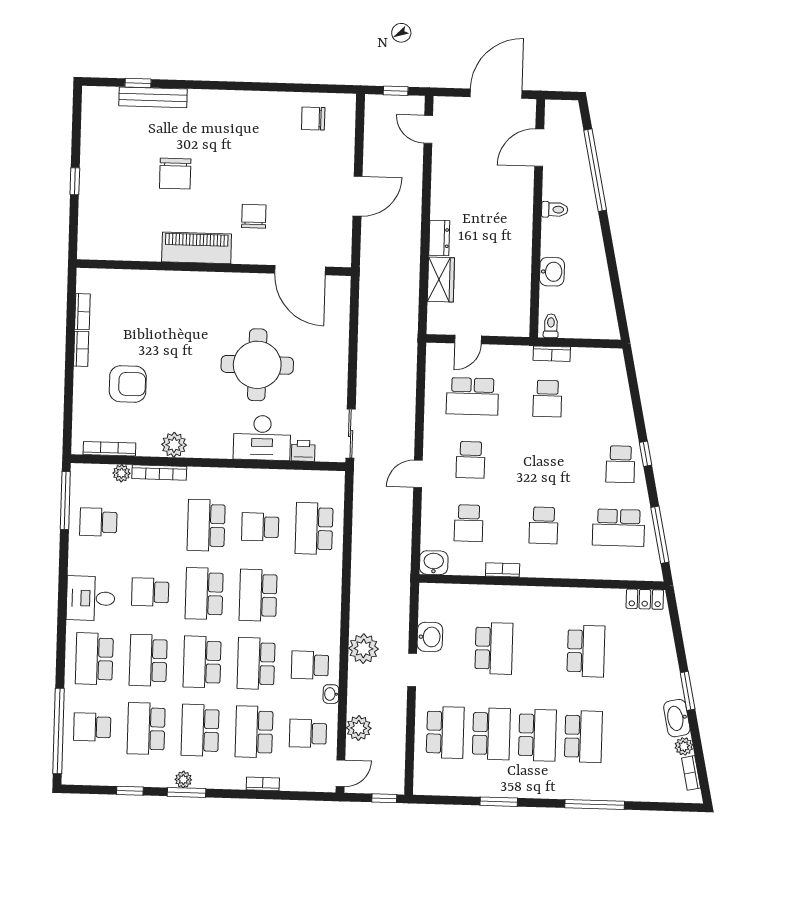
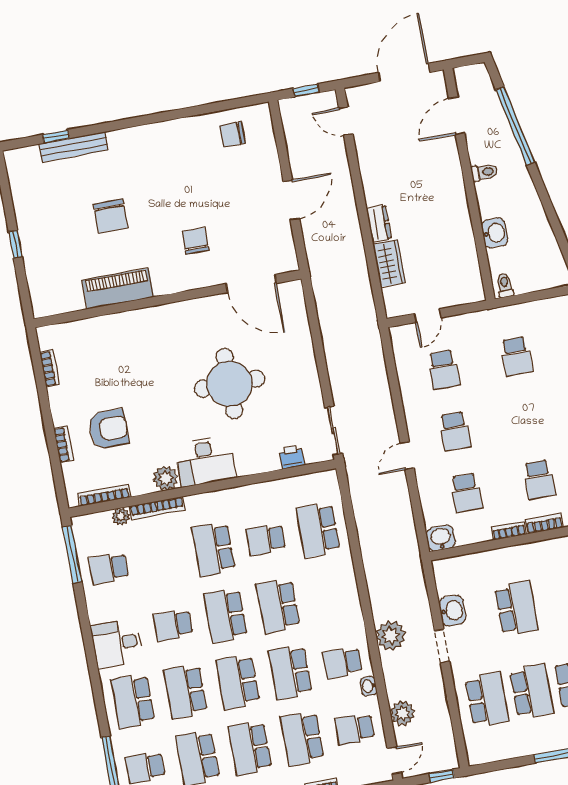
piano: (197, 248) -> (118, 289), moved
bookcase: (81, 349) -> (63, 444), moved
bookcase: (552, 354) -> (544, 524), moved, turned 180
school desk: (472, 396) -> (444, 370), width x0.54
desk: (262, 438) -> (205, 461), moved

